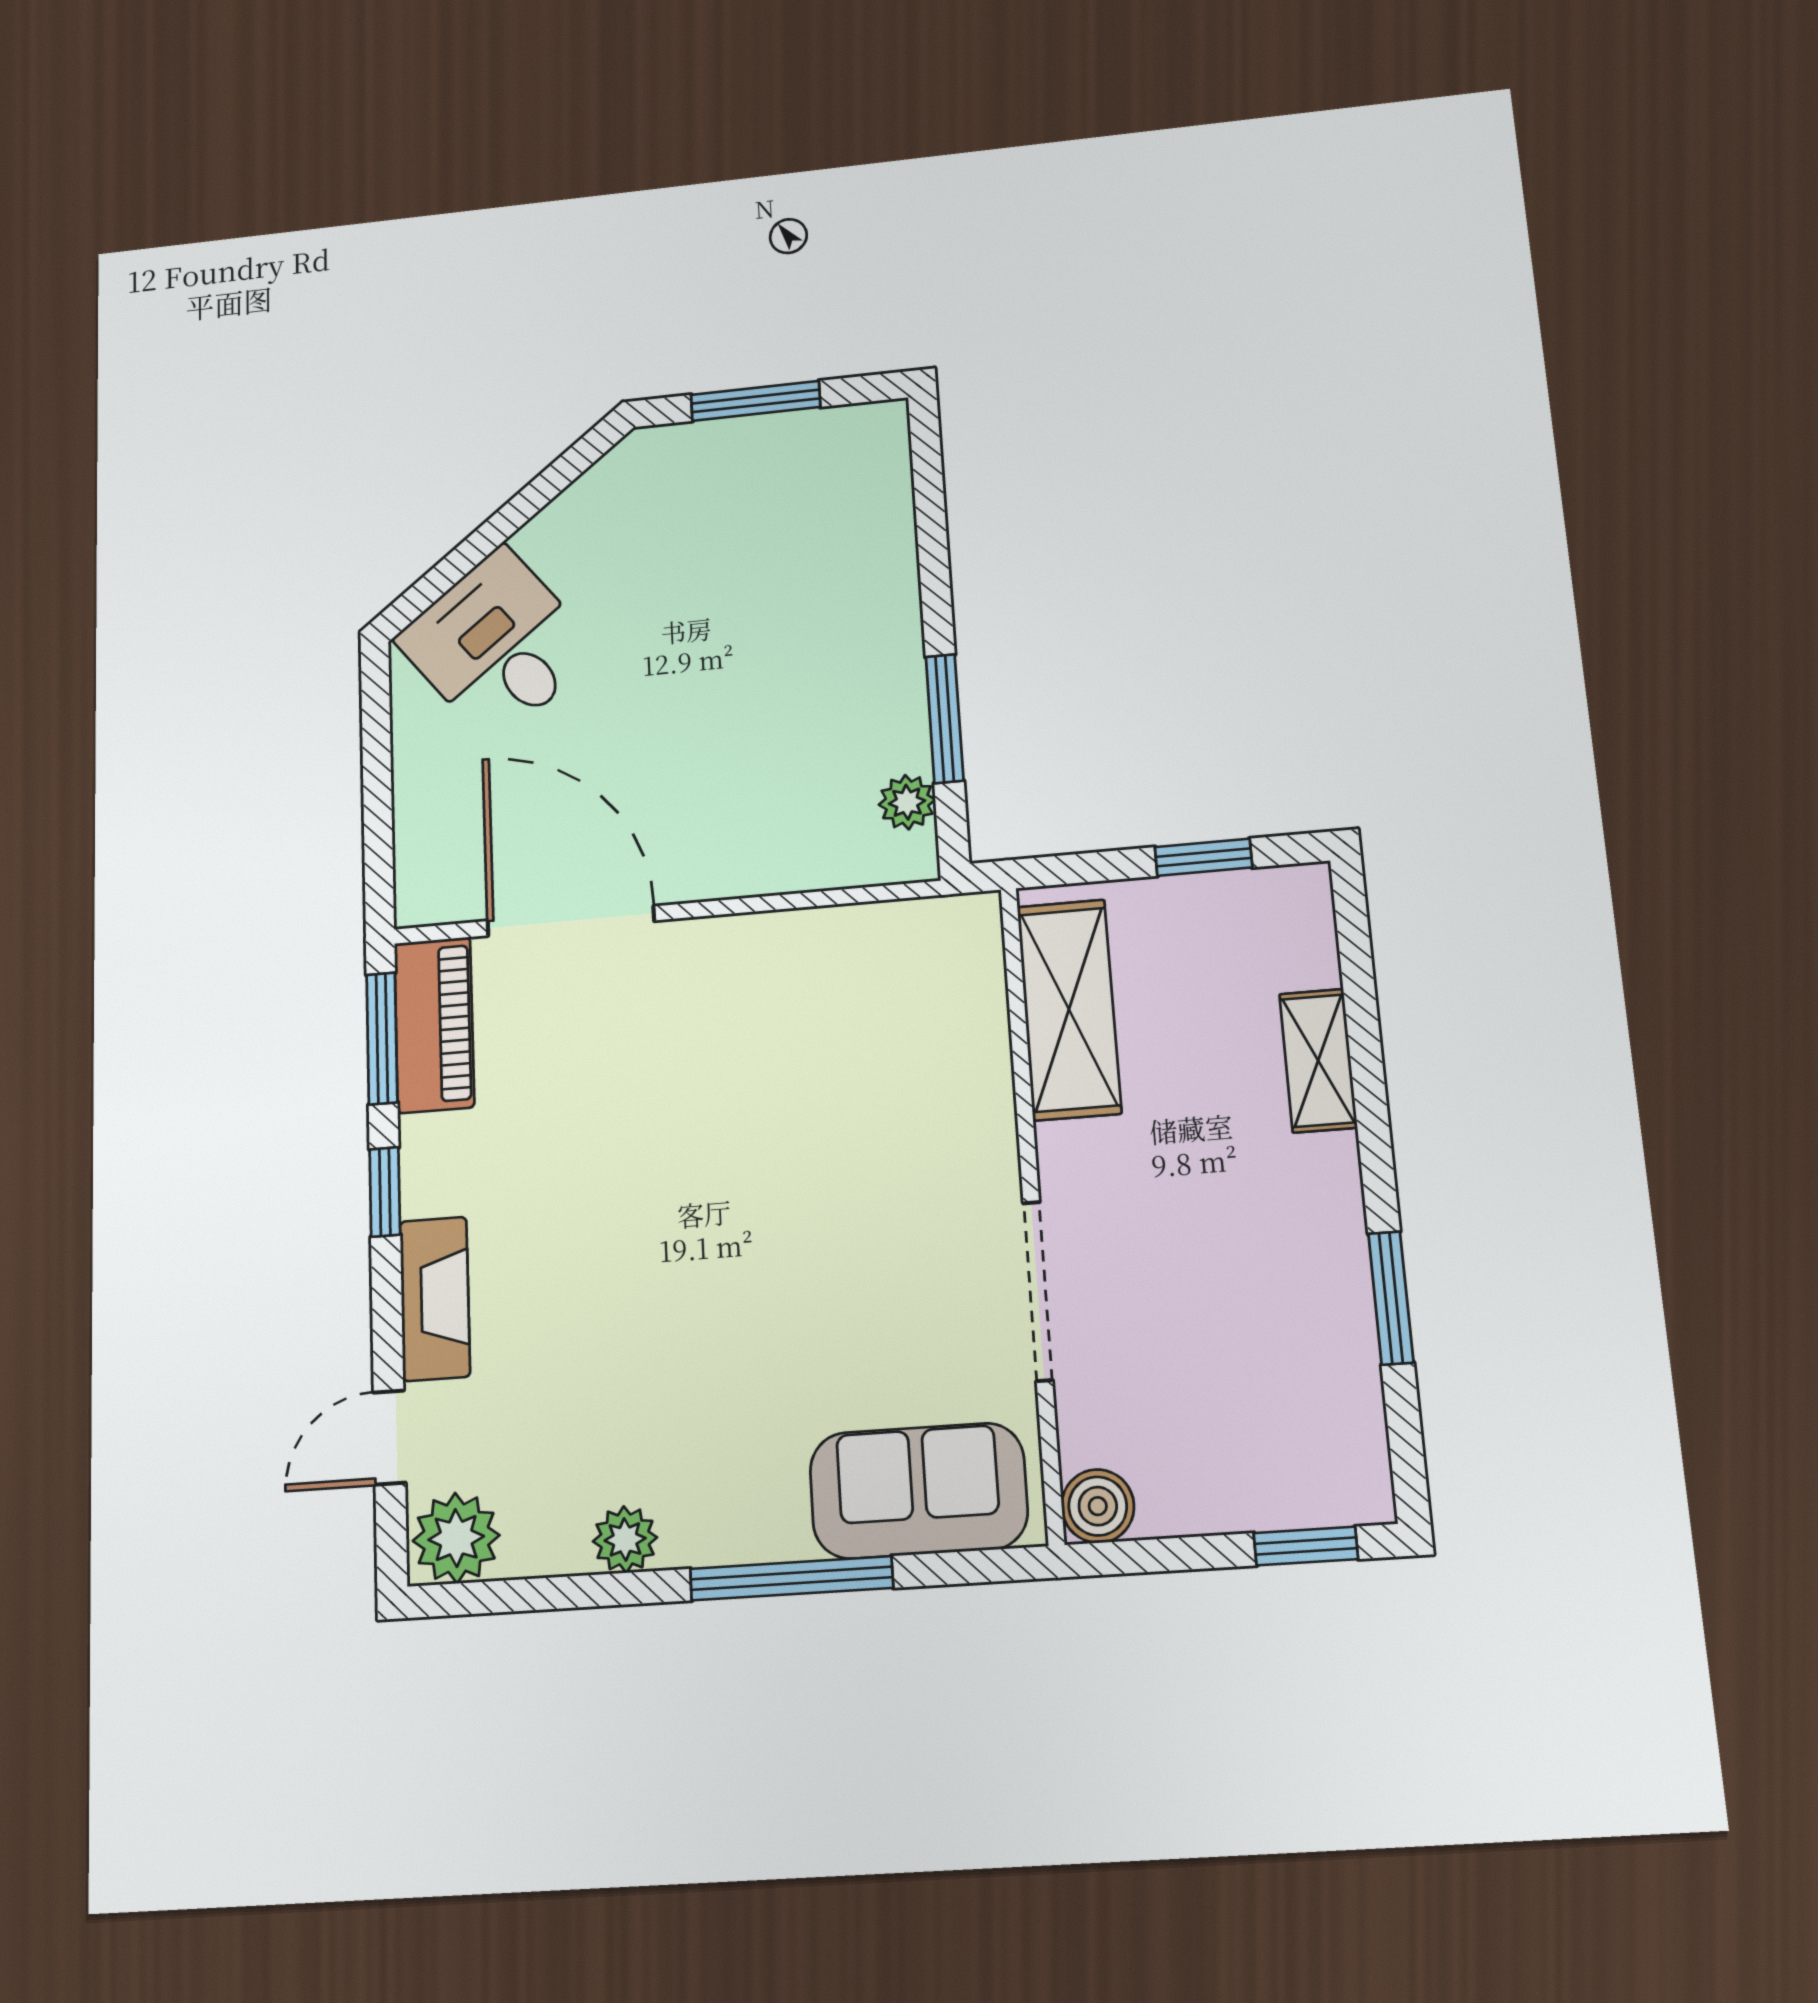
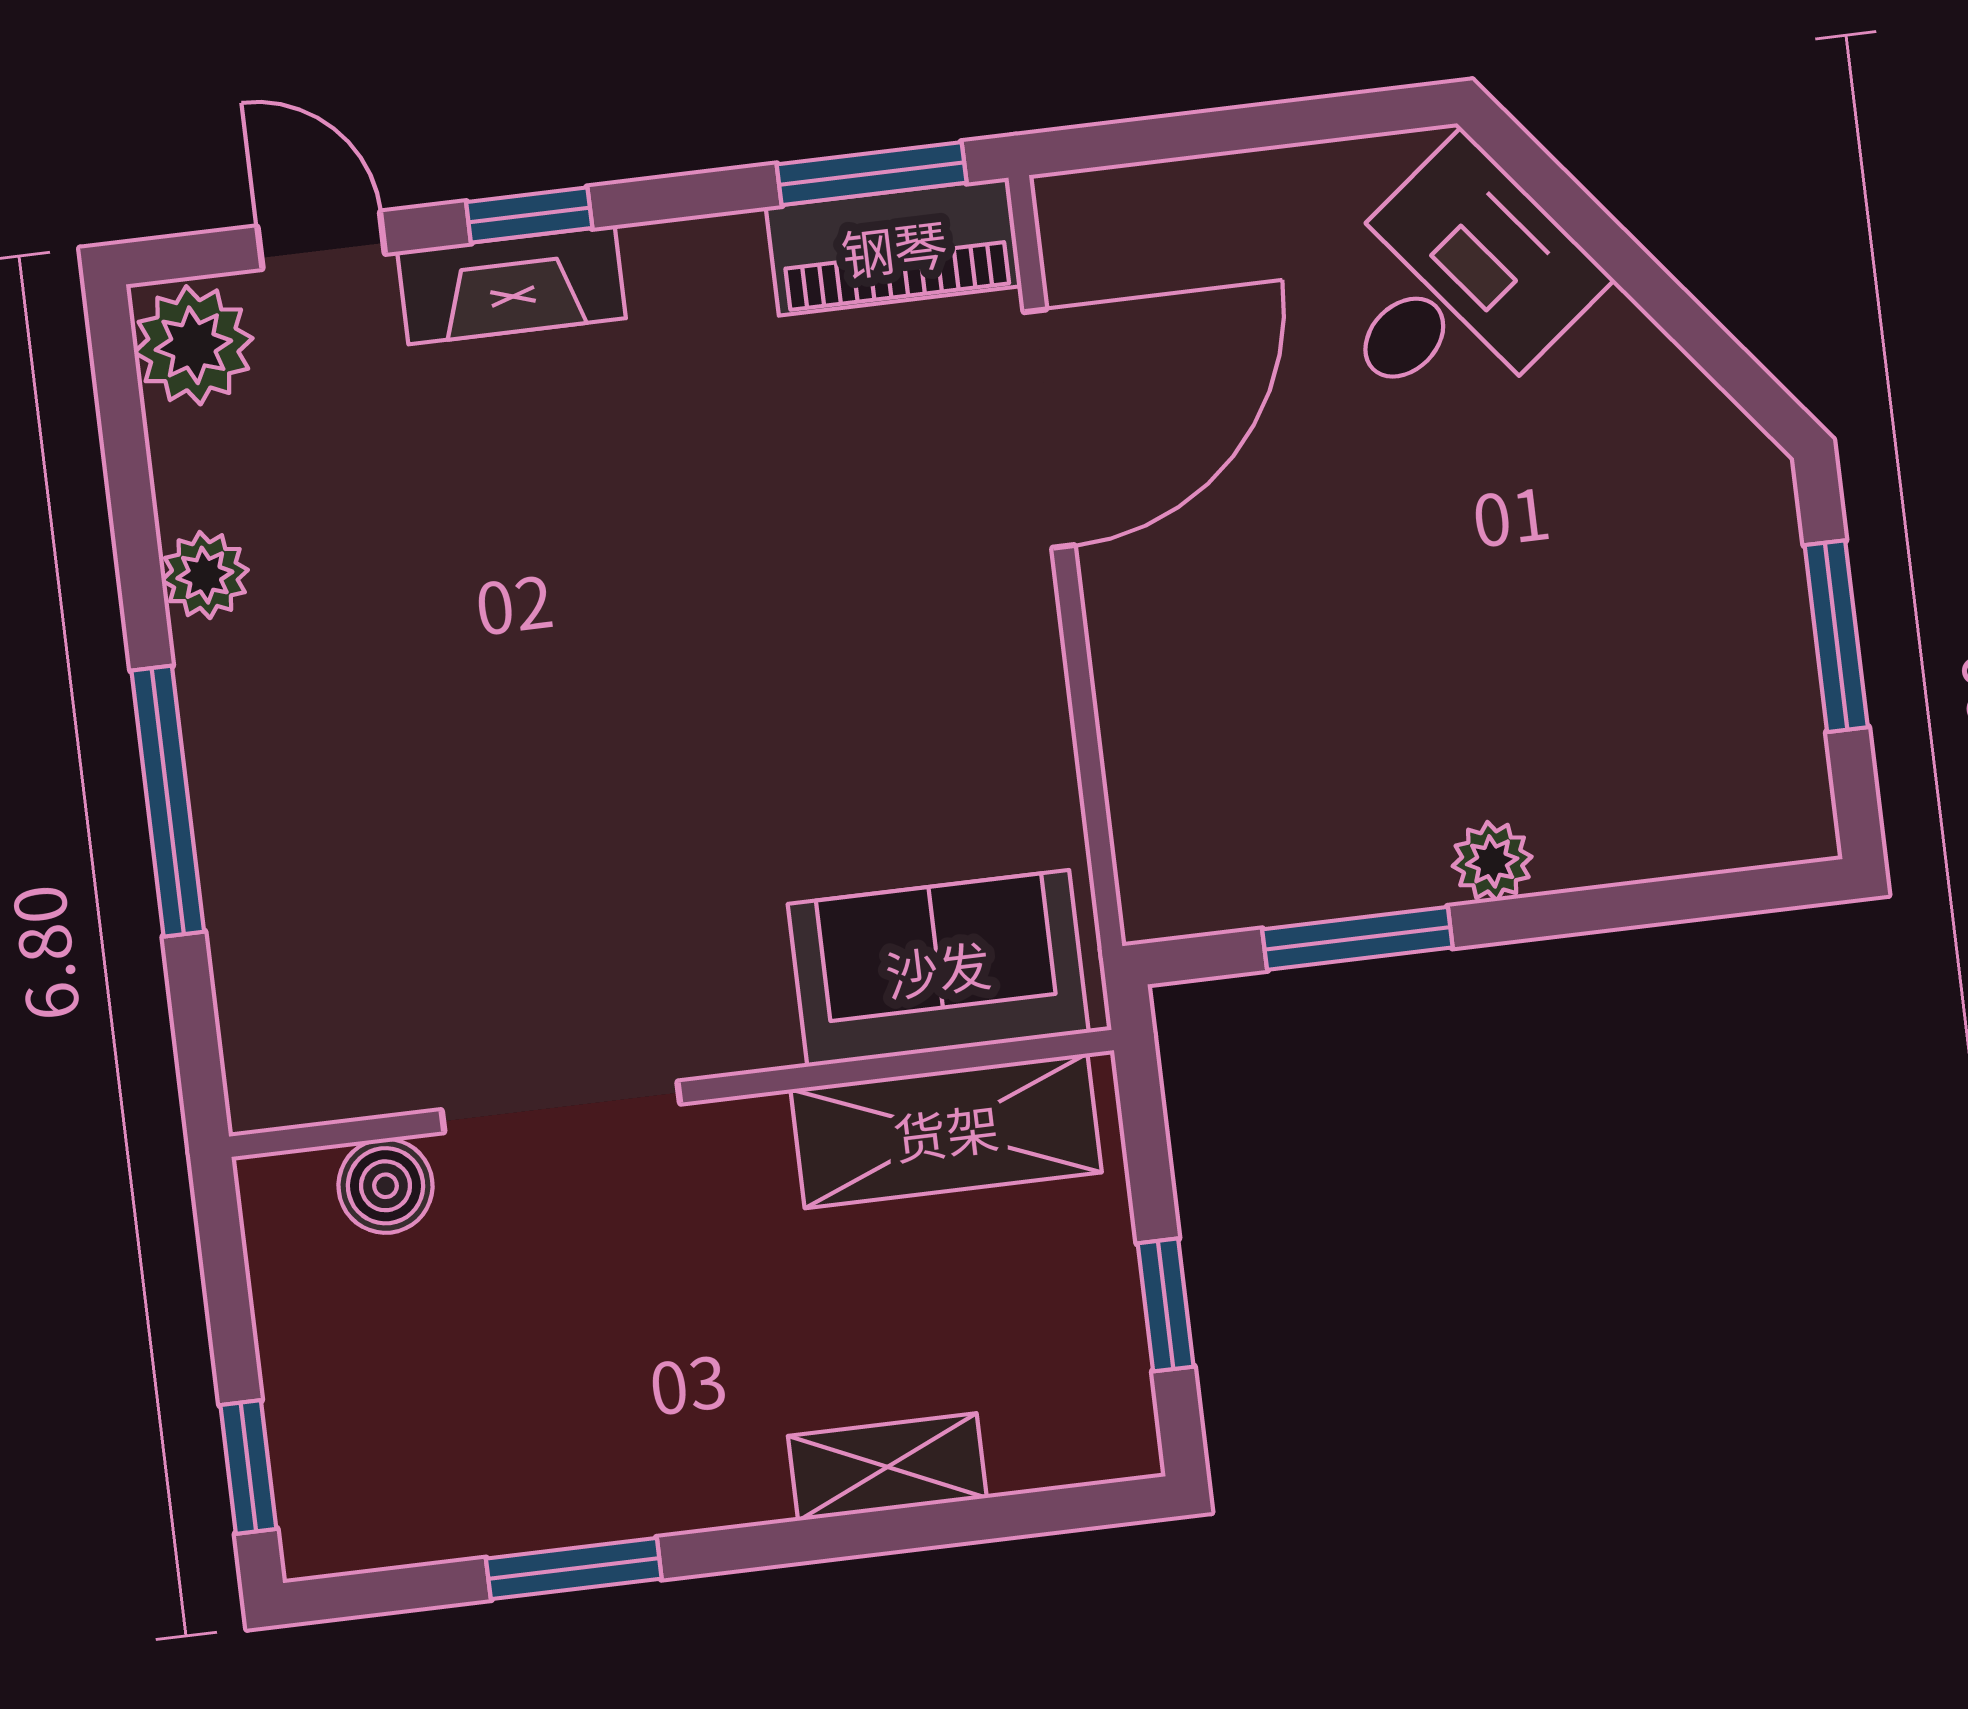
plant: (907, 802) -> (1492, 861), moved
window: (385, 1192) -> (529, 215), moved
sofa: (918, 1491) -> (938, 968), moved, turned -90
boiler: (1098, 1506) -> (385, 1186), moved

